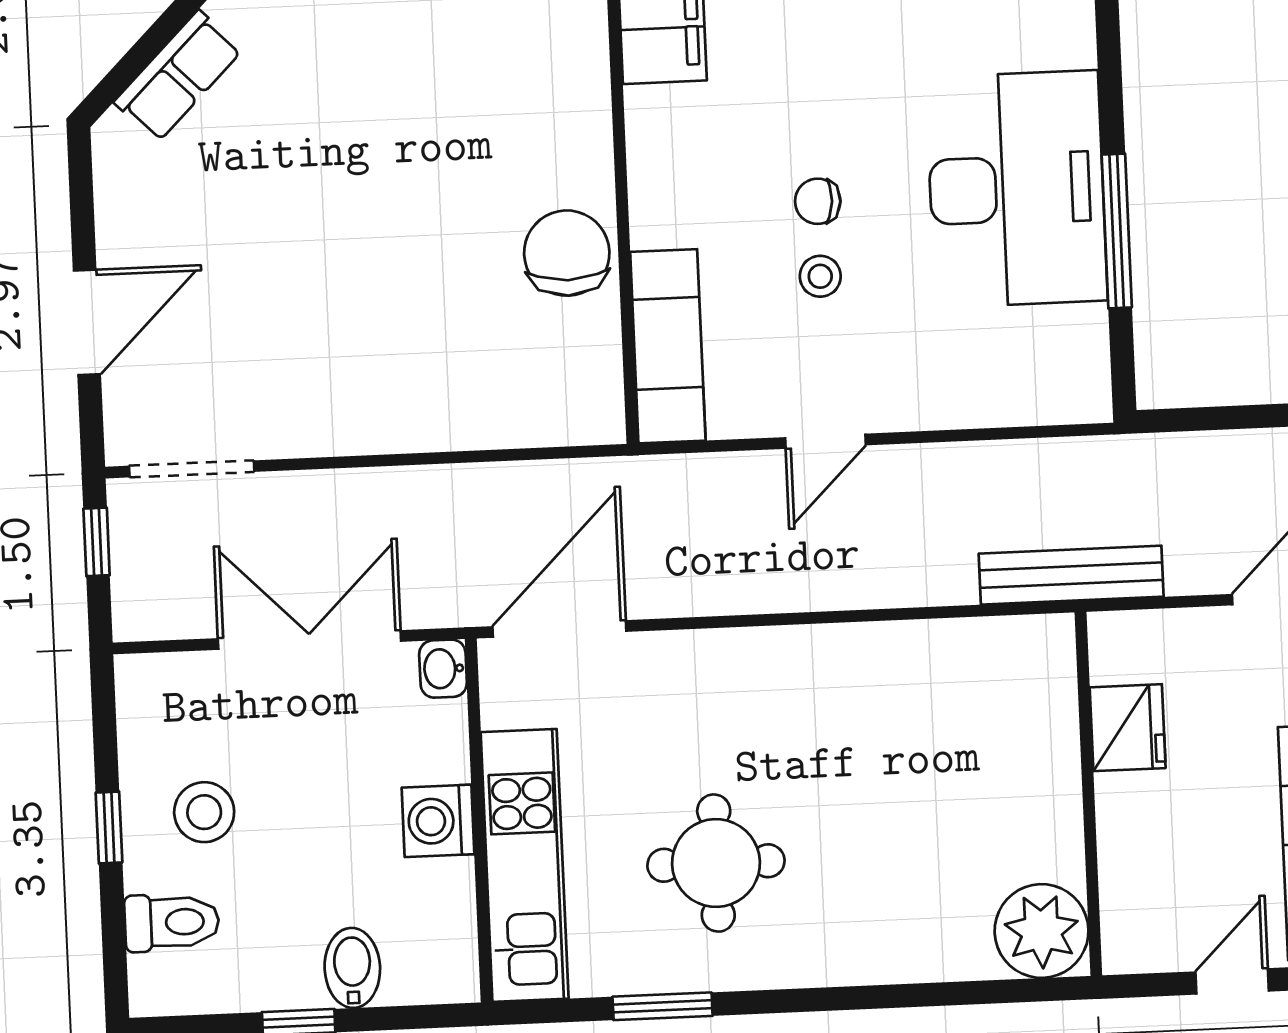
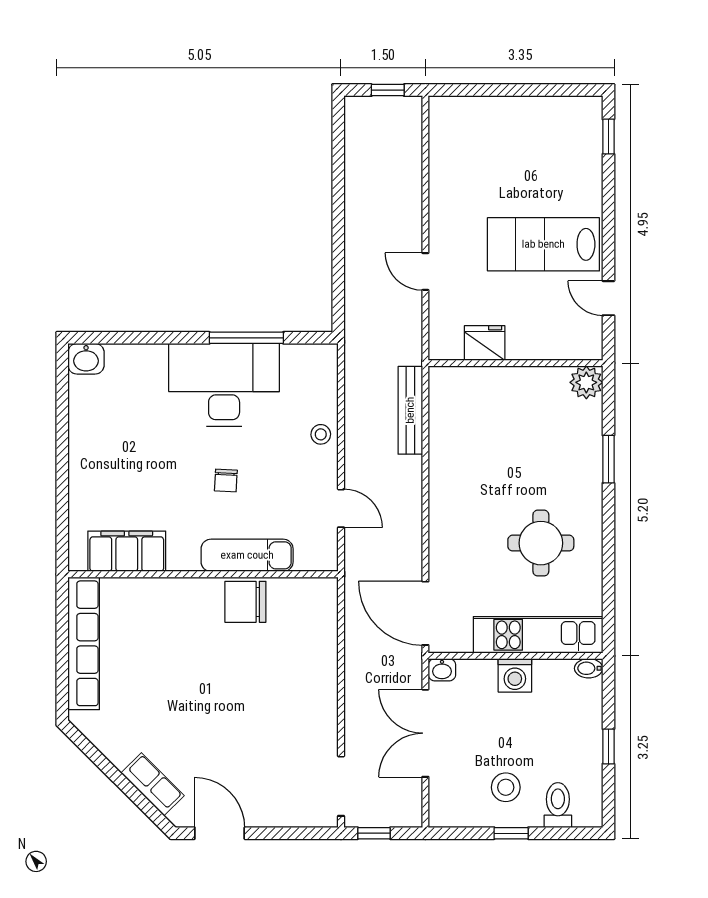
stool: (820, 276) -> (321, 434), moved
door: (87, 322) -> (220, 833), moved
exam couch: (668, 346) -> (247, 555), moved
door: (825, 441) -> (341, 508), moved
bench: (1071, 575) -> (410, 410), moved
plant: (1042, 931) -> (586, 382), width x0.73, depth x0.73
bidet: (352, 968) -> (589, 668), moved, width x0.72, depth x0.74
window: (663, 1006) -> (608, 459), moved

